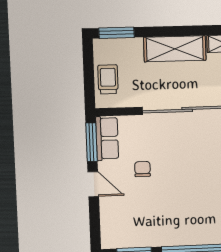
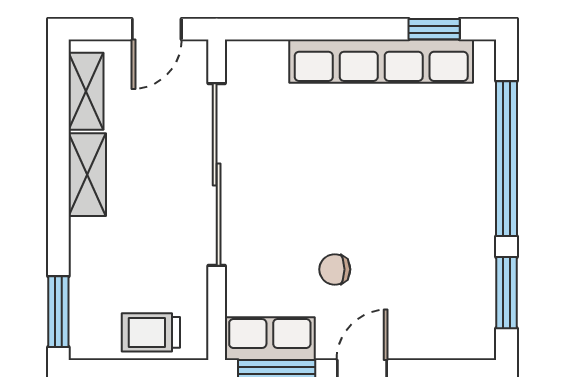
shelving: (175, 49) -> (87, 175), width x0.67, depth x0.75

